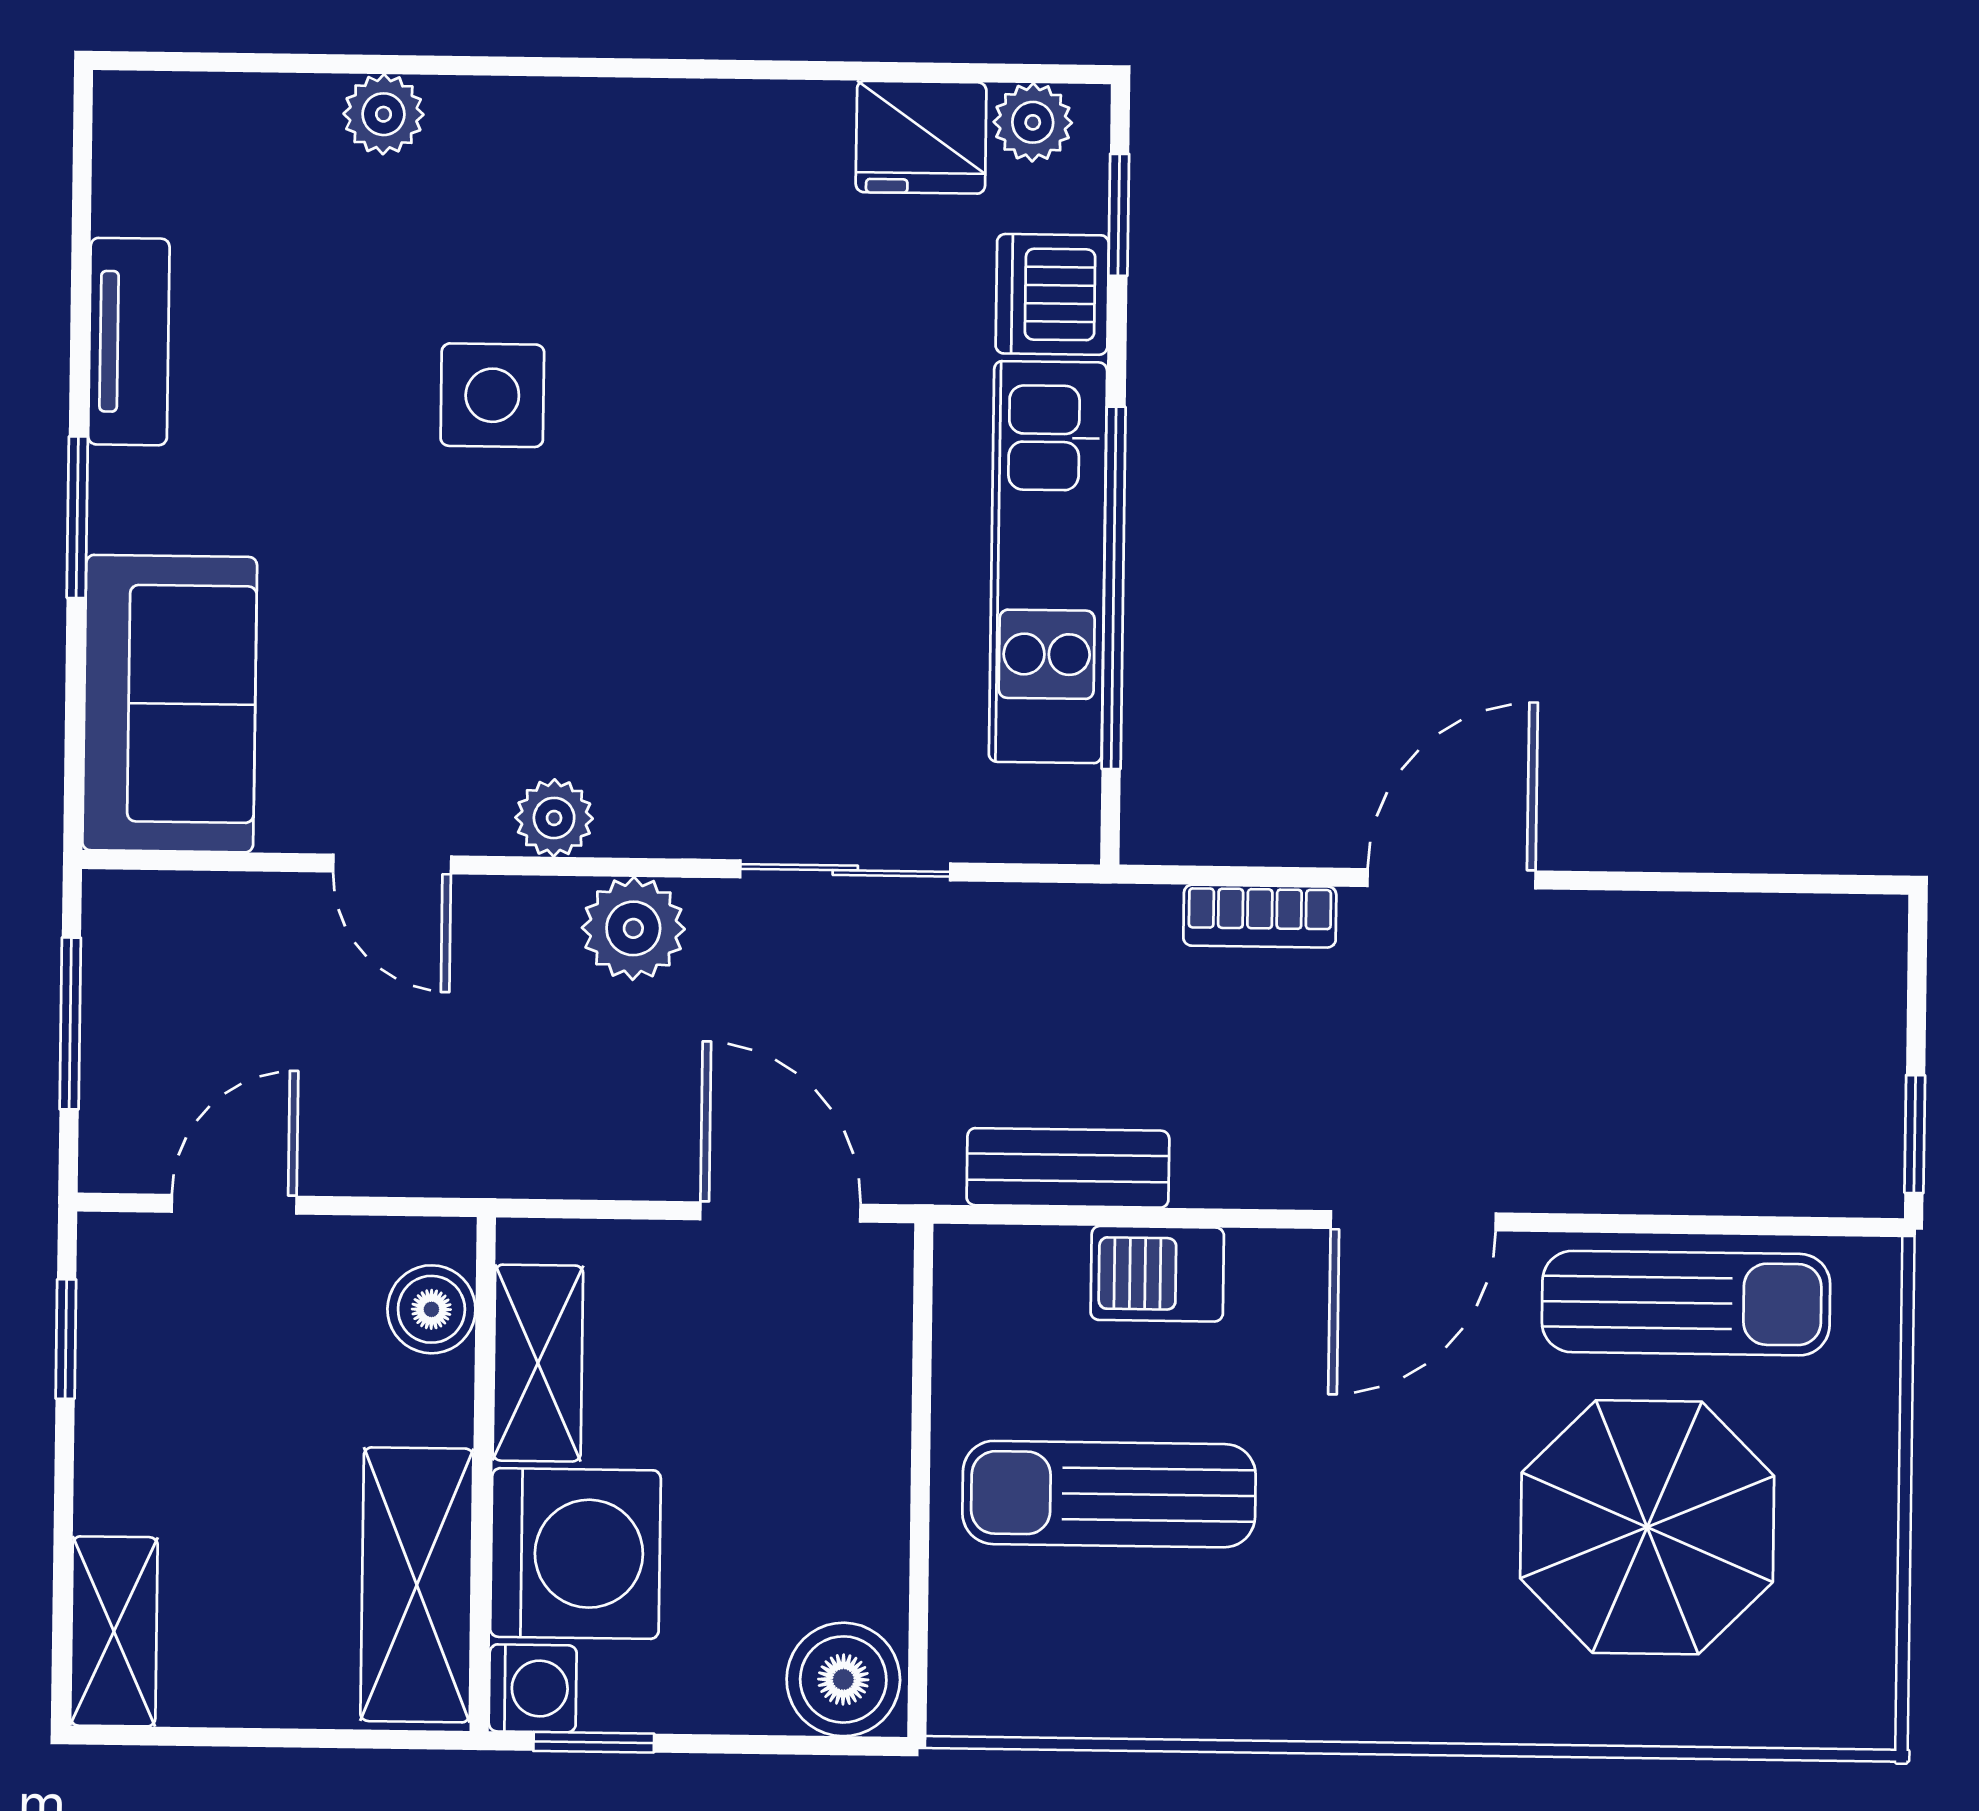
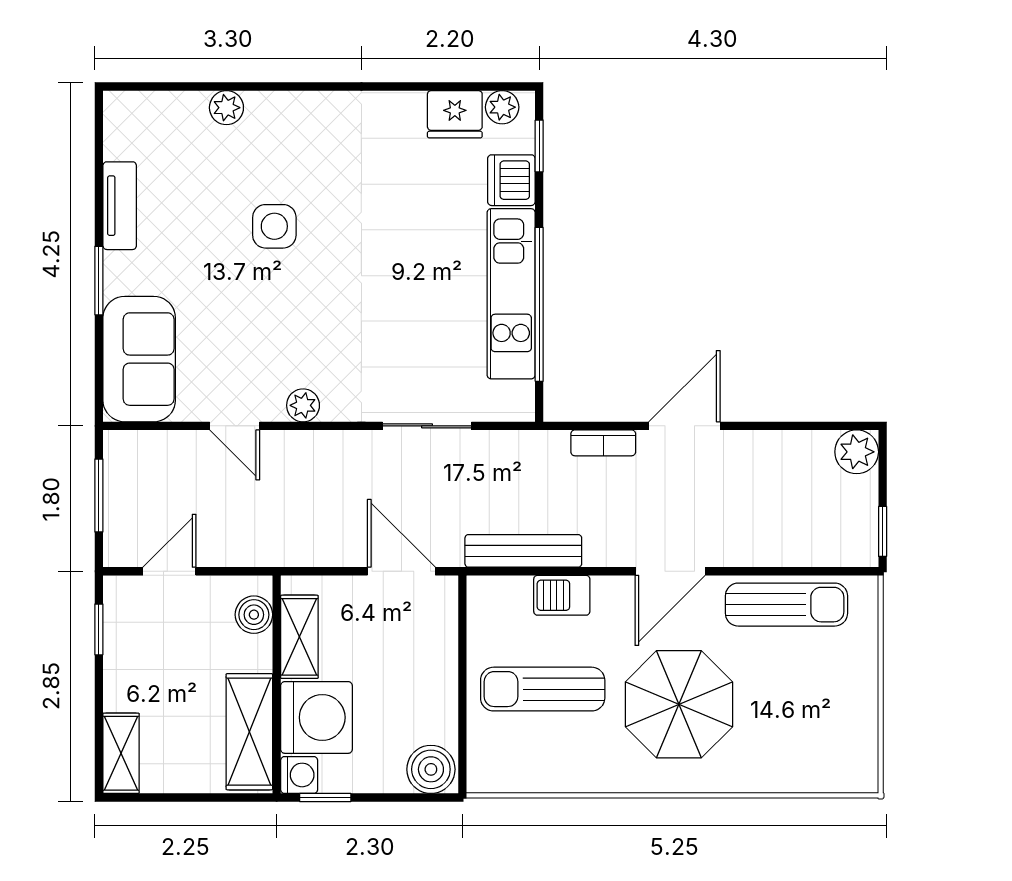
plant: (633, 928) -> (857, 452), moved
bench: (1068, 1168) -> (523, 551), width x1.36
parasol: (1647, 1527) -> (679, 704), moved

